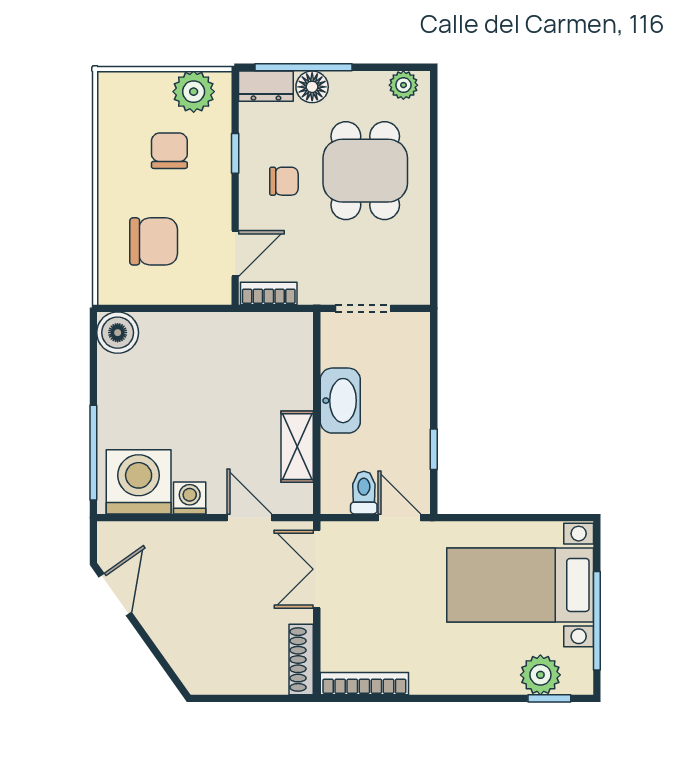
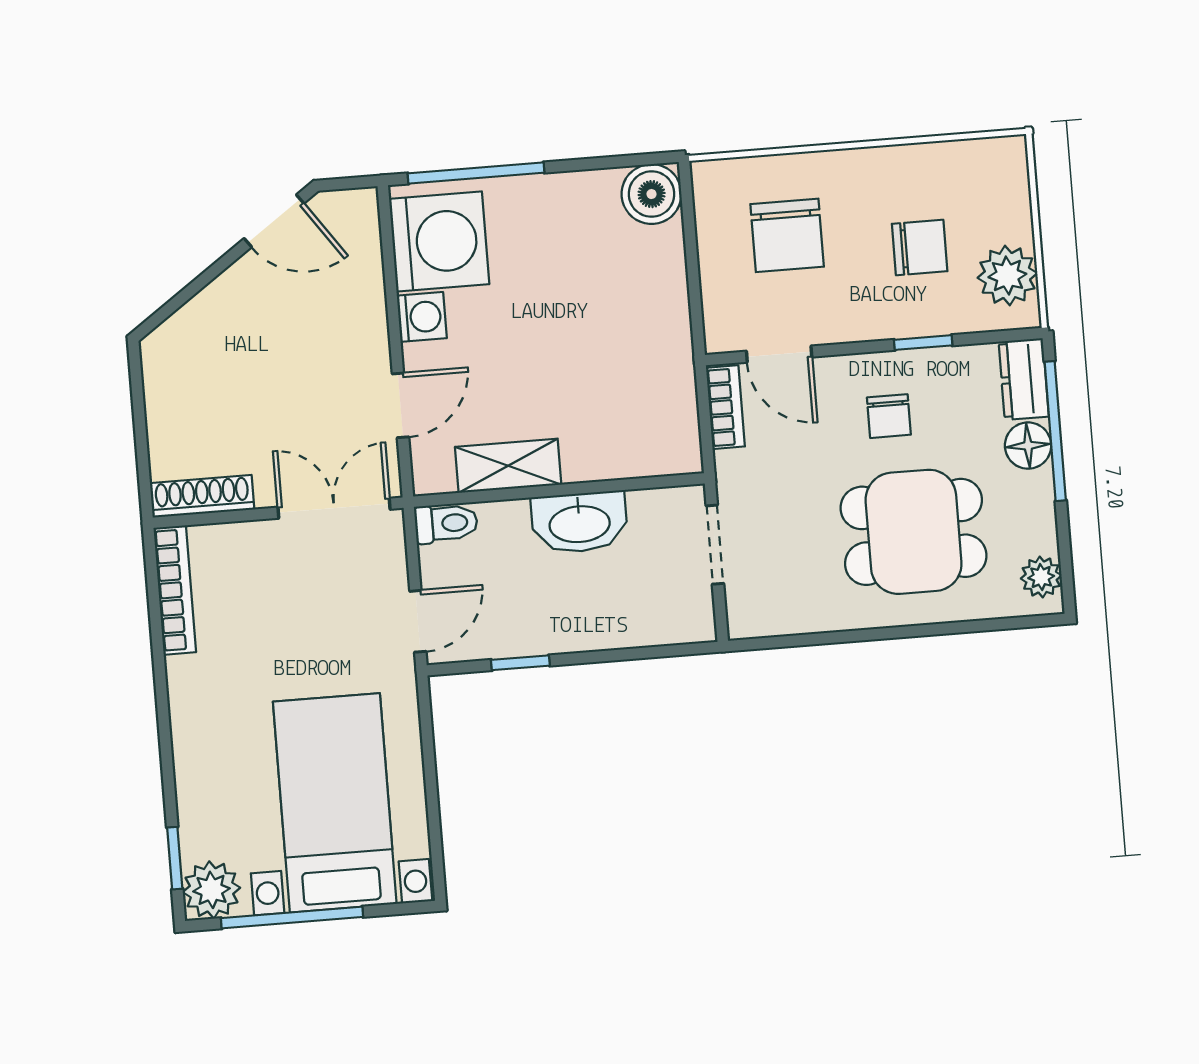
toilet: (364, 493) -> (446, 523), moved
plant: (540, 675) -> (211, 890), moved

